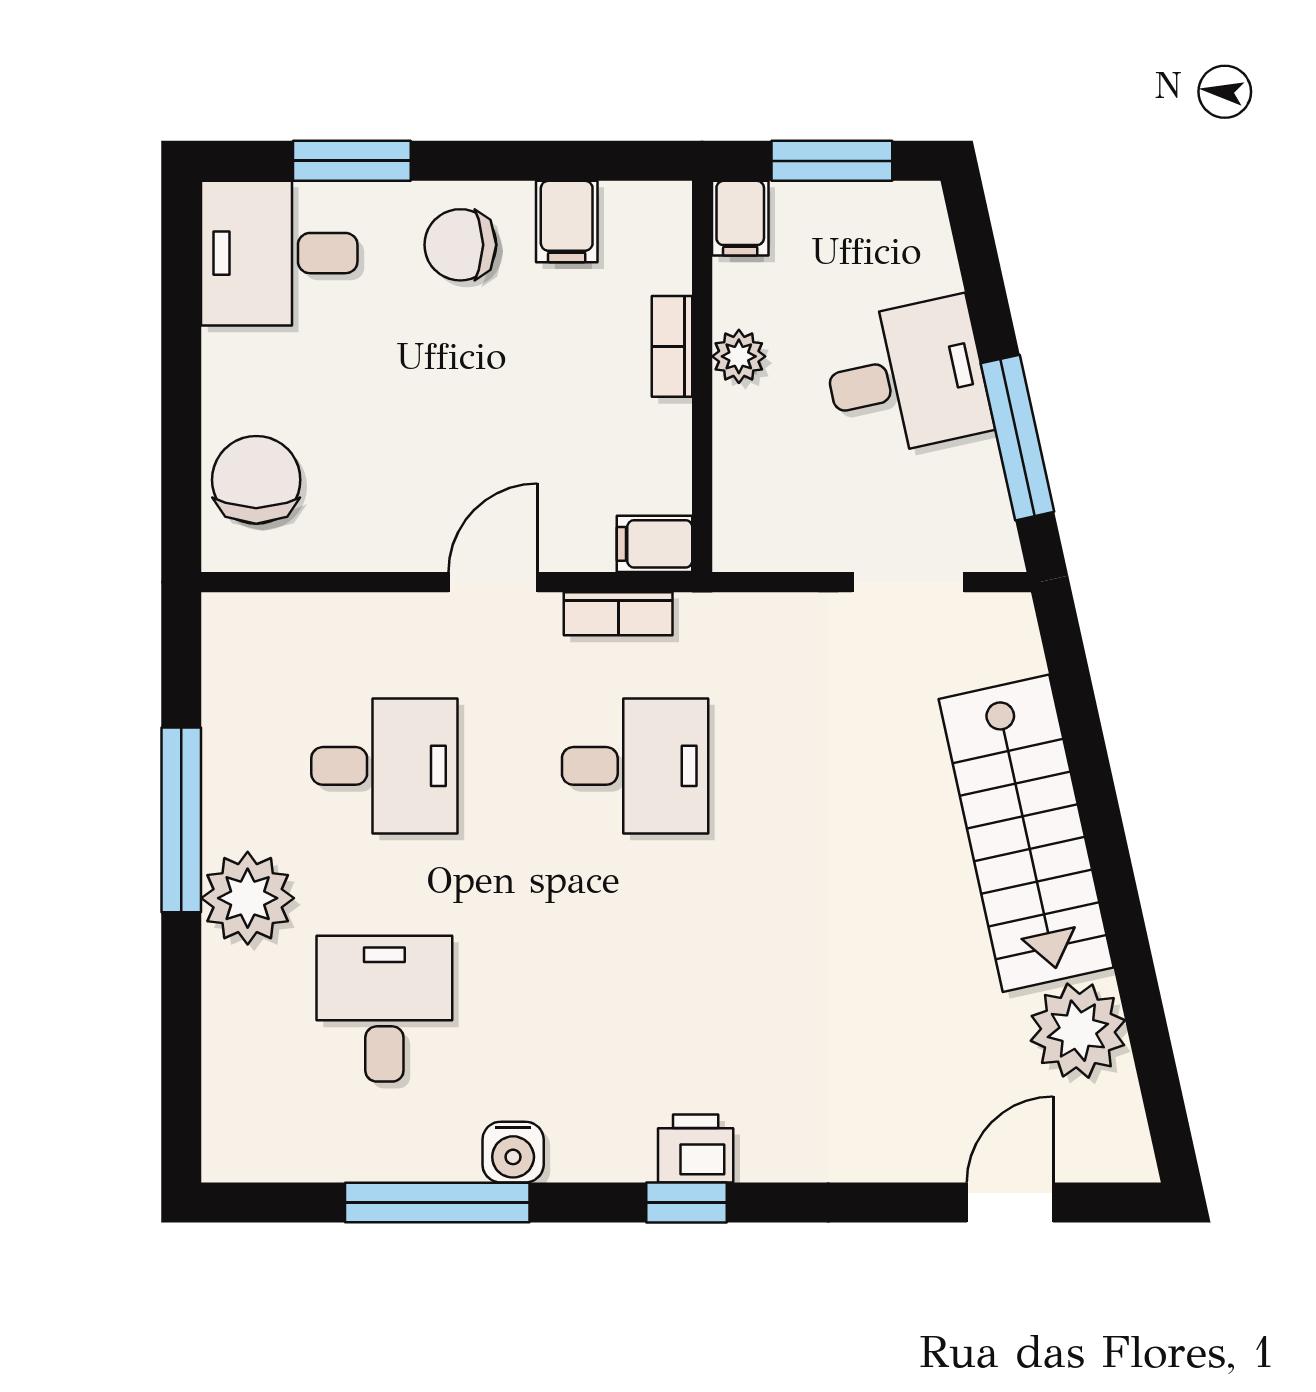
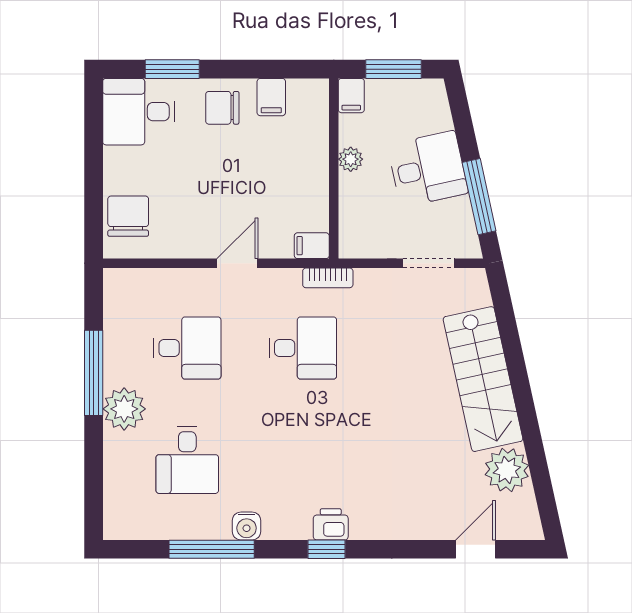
bookcase: (672, 346) -> (320, 155), removed
bookcase: (618, 614) -> (328, 278), moved
desk: (384, 1009) -> (187, 460), turned 180

